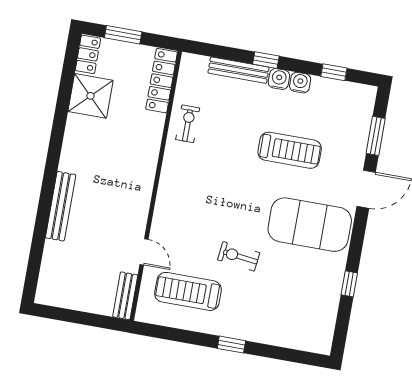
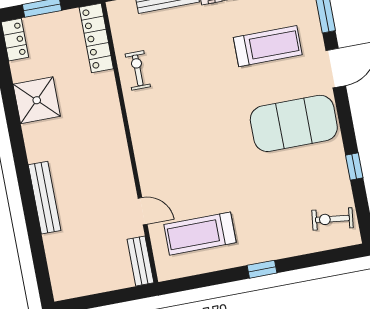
shower: (90, 96) -> (37, 100), moved
treadmill: (290, 150) -> (268, 46), moved
exercise bike: (239, 256) -> (332, 219), moved

